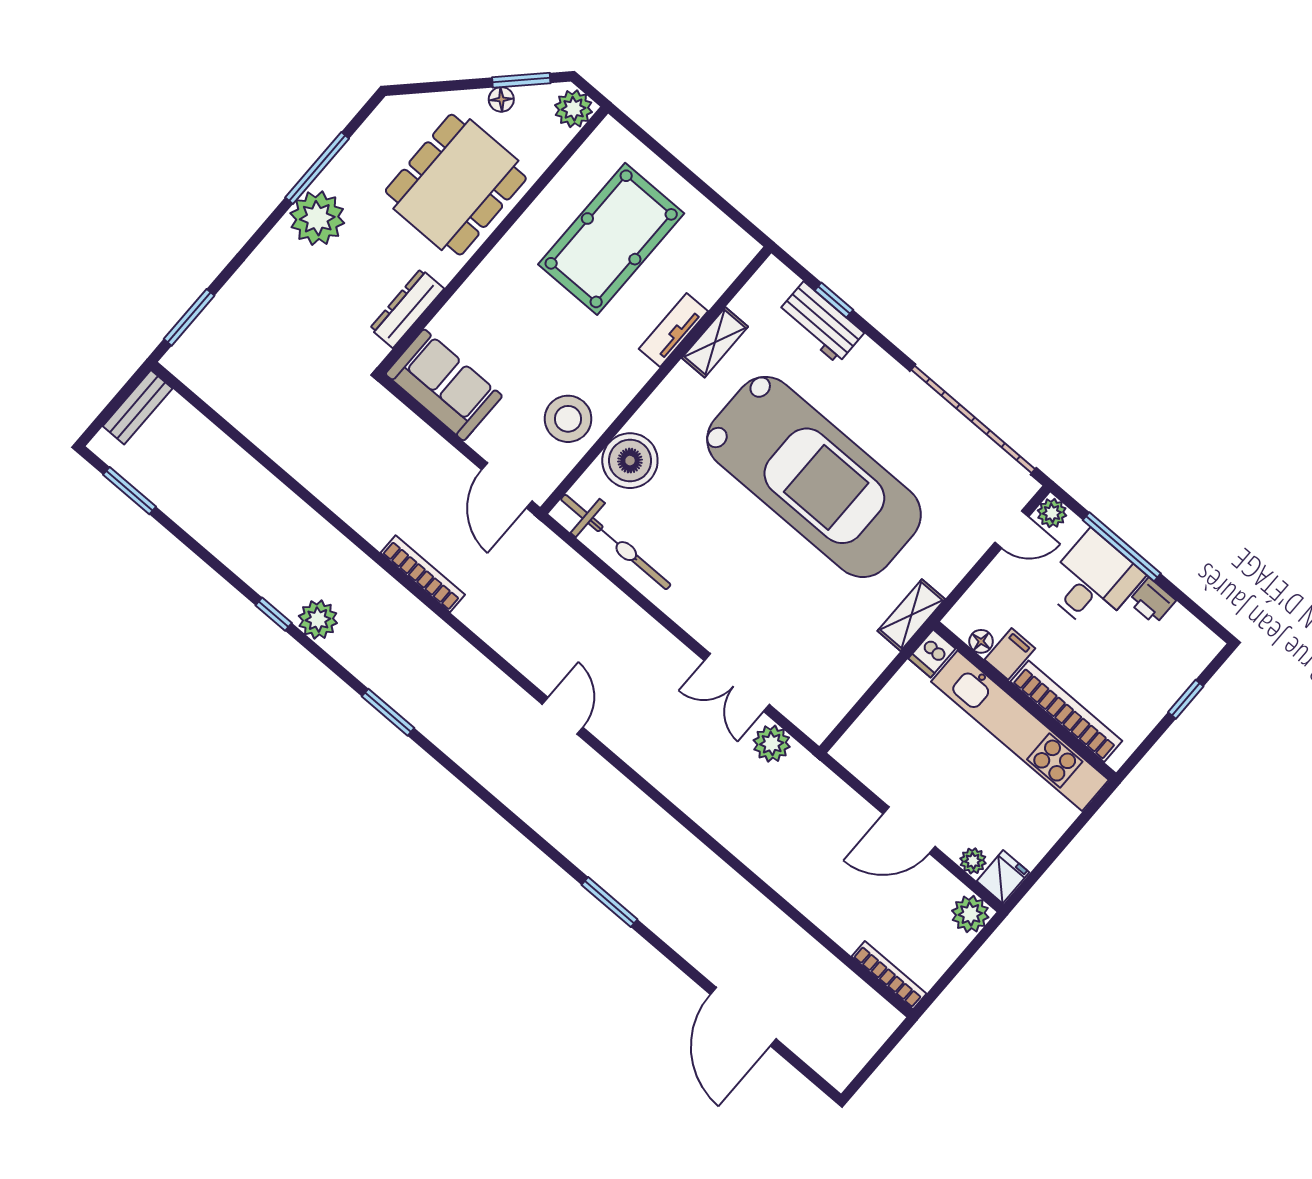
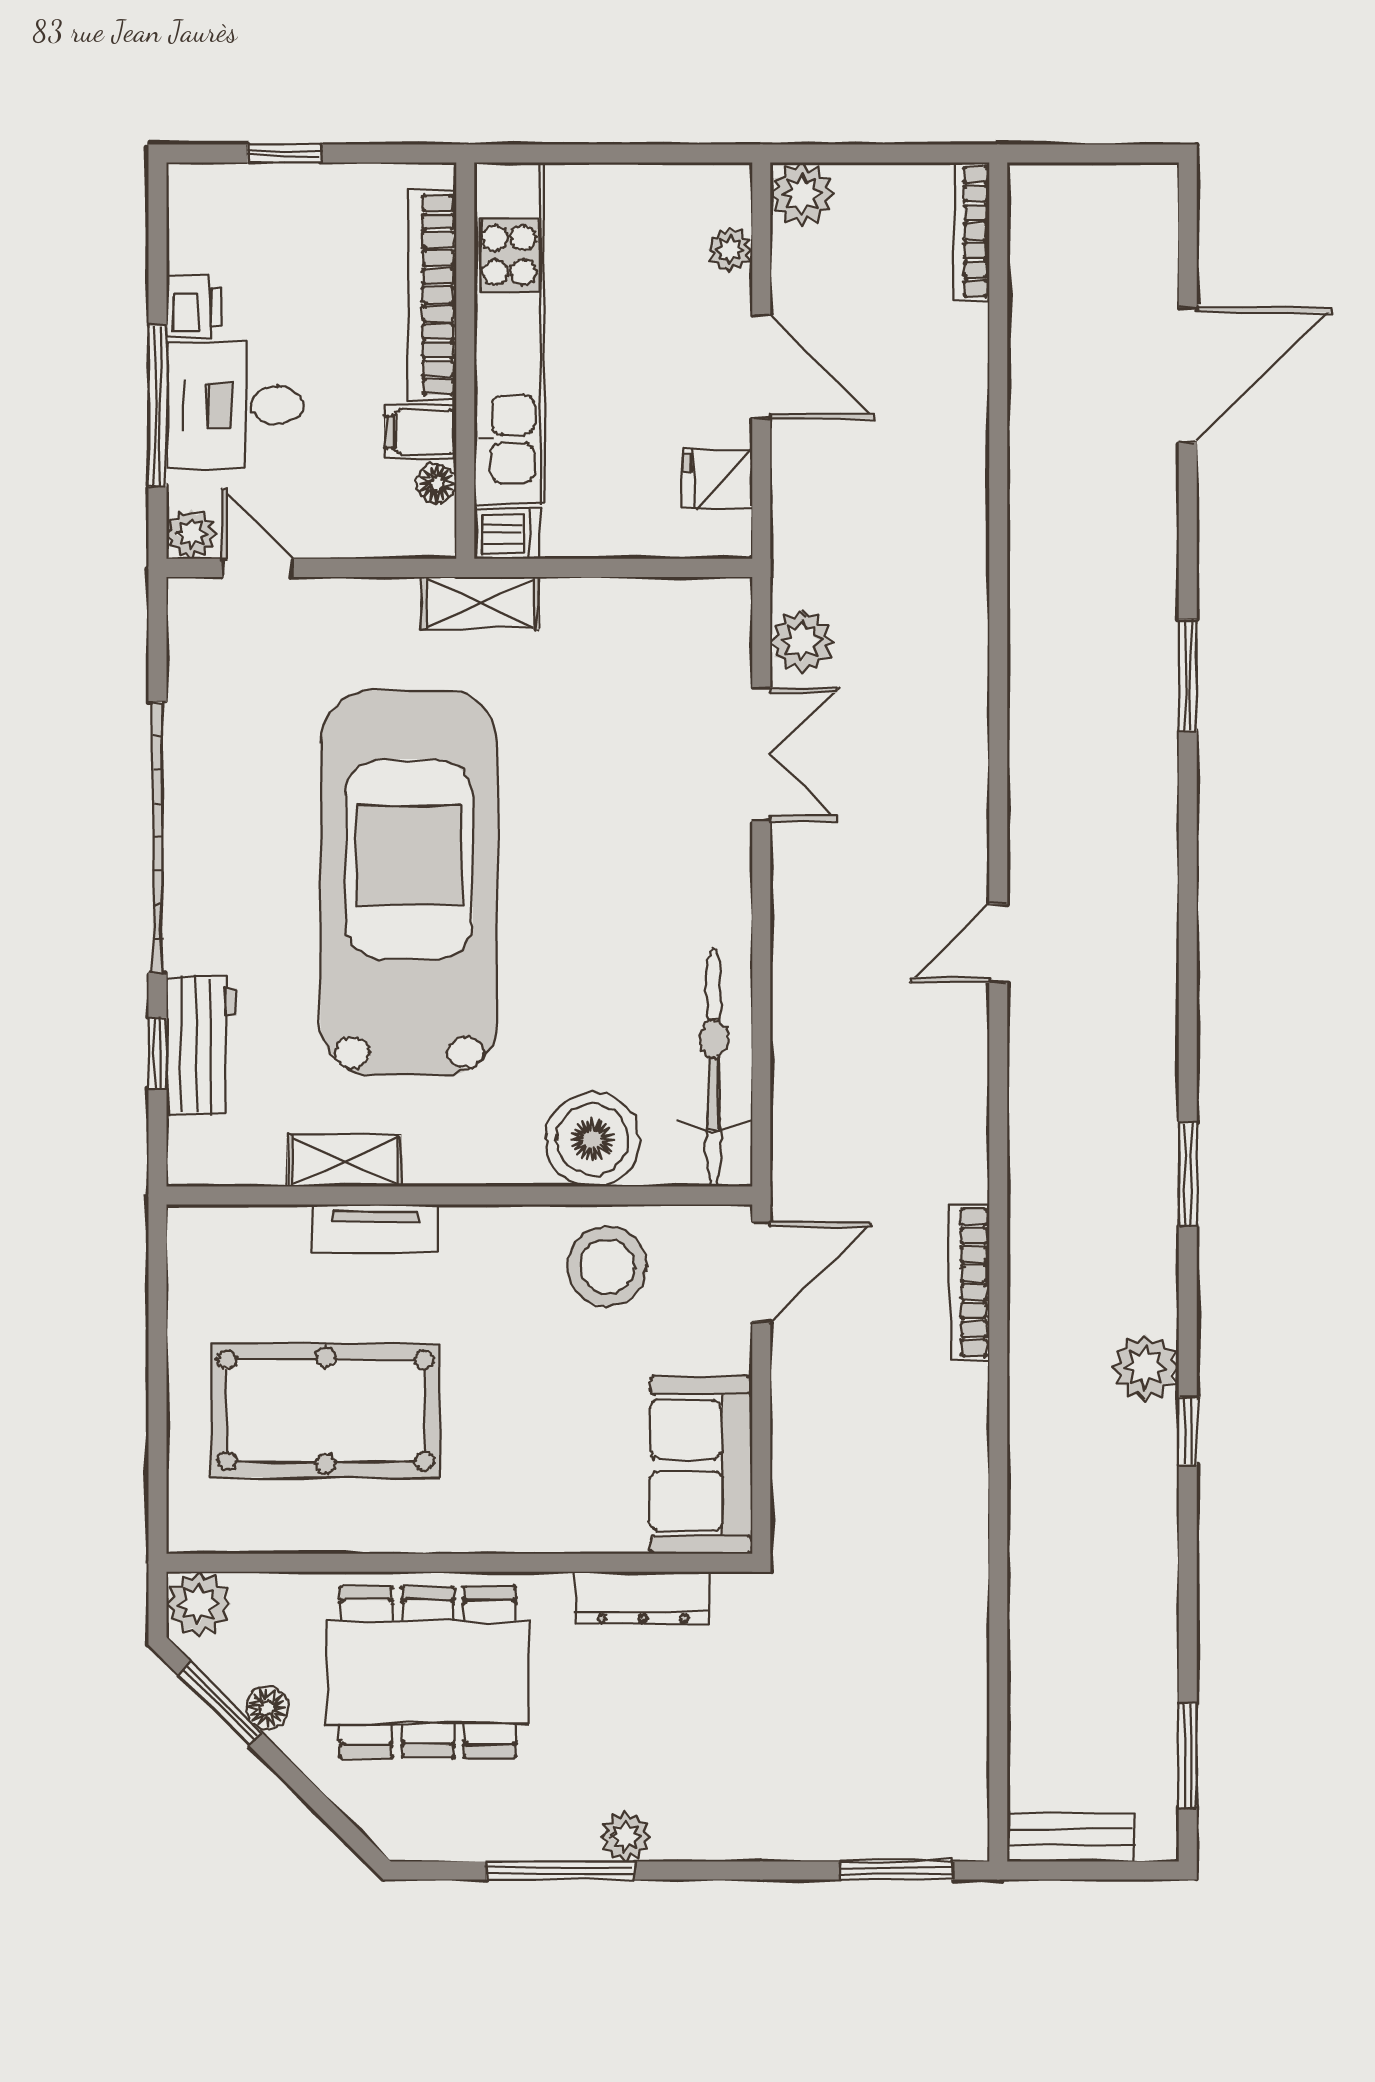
plant: (317, 218) -> (625, 1837), width x0.53, depth x0.53
garage door: (973, 419) -> (157, 837), moved
fridge: (1003, 877) -> (717, 479), moved

